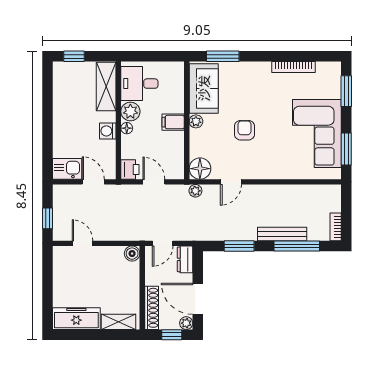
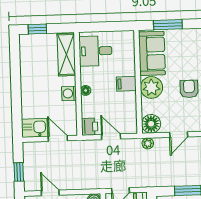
plant: (130, 112) -> (88, 76), removed
plant: (196, 121) -> (151, 87), width x1.88, depth x1.88

